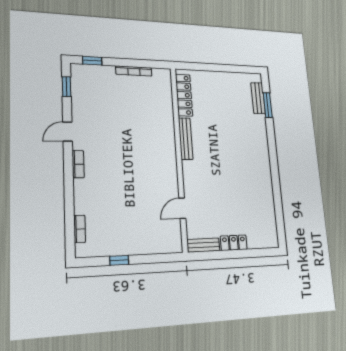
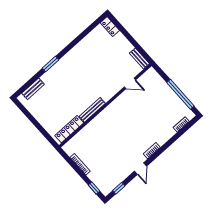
window: (268, 105) -> (51, 64), moved
door: (67, 132) -> (140, 169), hinge flipped
locker: (234, 243) -> (110, 27), moved
window: (119, 260) -> (180, 94), width x3.17

